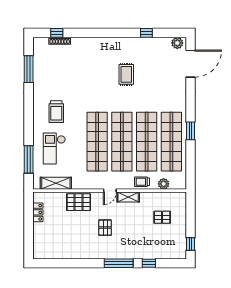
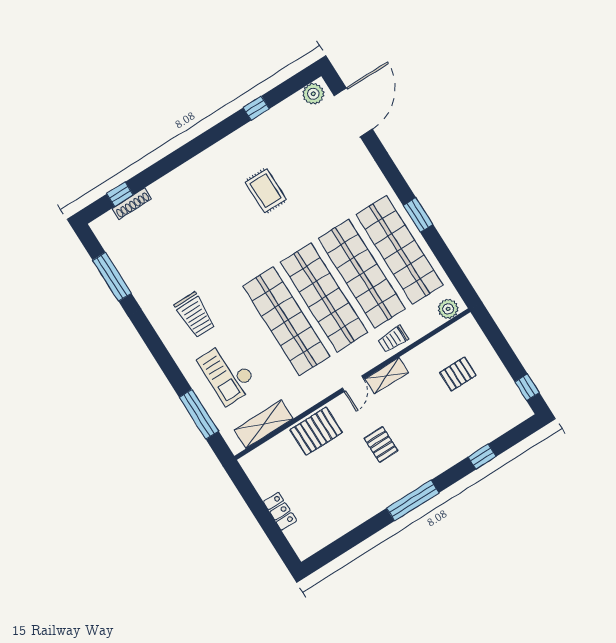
plant: (164, 184) -> (448, 309), moved
locker: (38, 212) -> (280, 511), moved
window: (119, 263) -> (413, 500), moved

